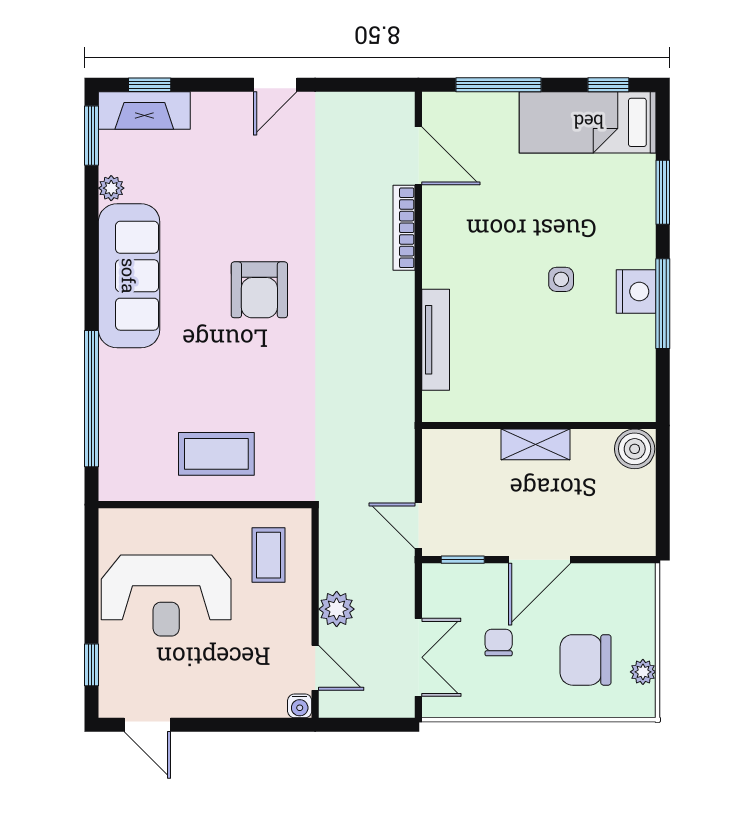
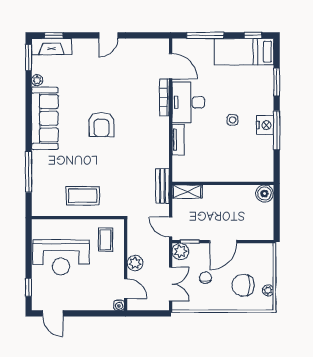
desk: (459, 239) -> (188, 102), added
tv unit: (436, 340) -> (178, 140), width x0.71
window: (92, 399) -> (29, 172), width x0.68
bench: (400, 432) -> (162, 186), added
shelving: (536, 444) -> (187, 192), moved
plant: (441, 582) -> (180, 251), added

